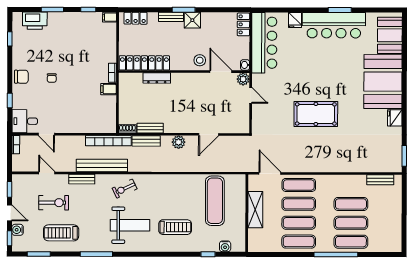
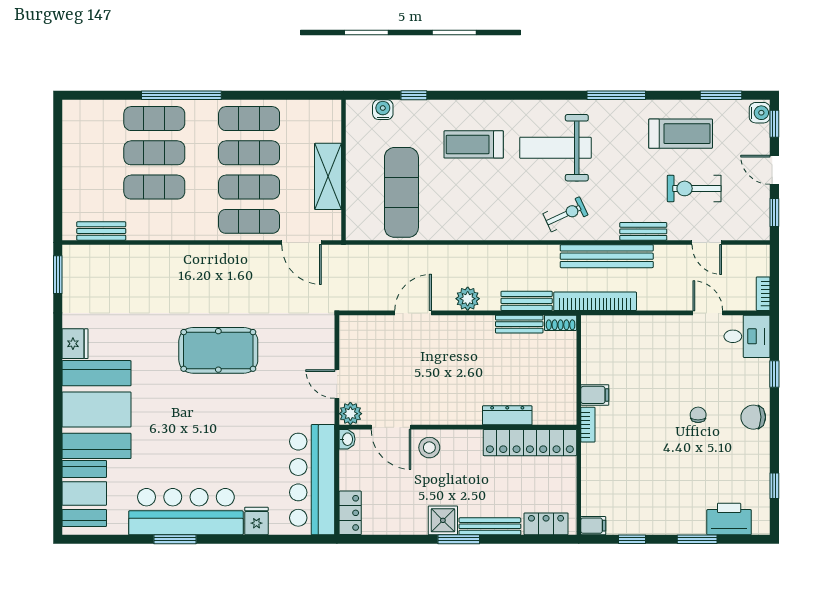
bench: (171, 17) -> (490, 526), width x1.36
water cooler: (18, 230) -> (760, 113), moved

